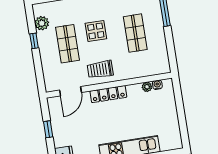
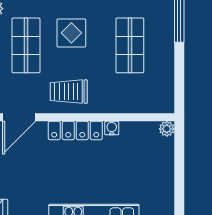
water cooler: (157, 85) -> (112, 128), moved
plant: (147, 87) -> (167, 129), moved

